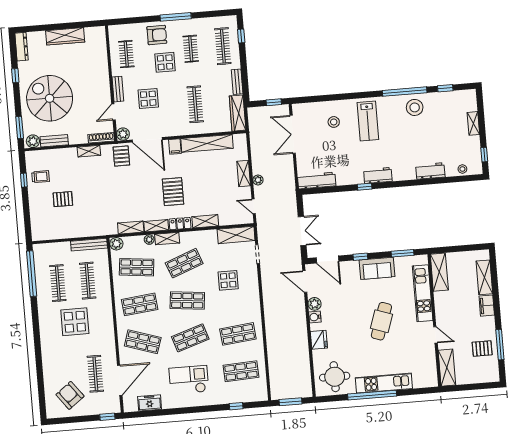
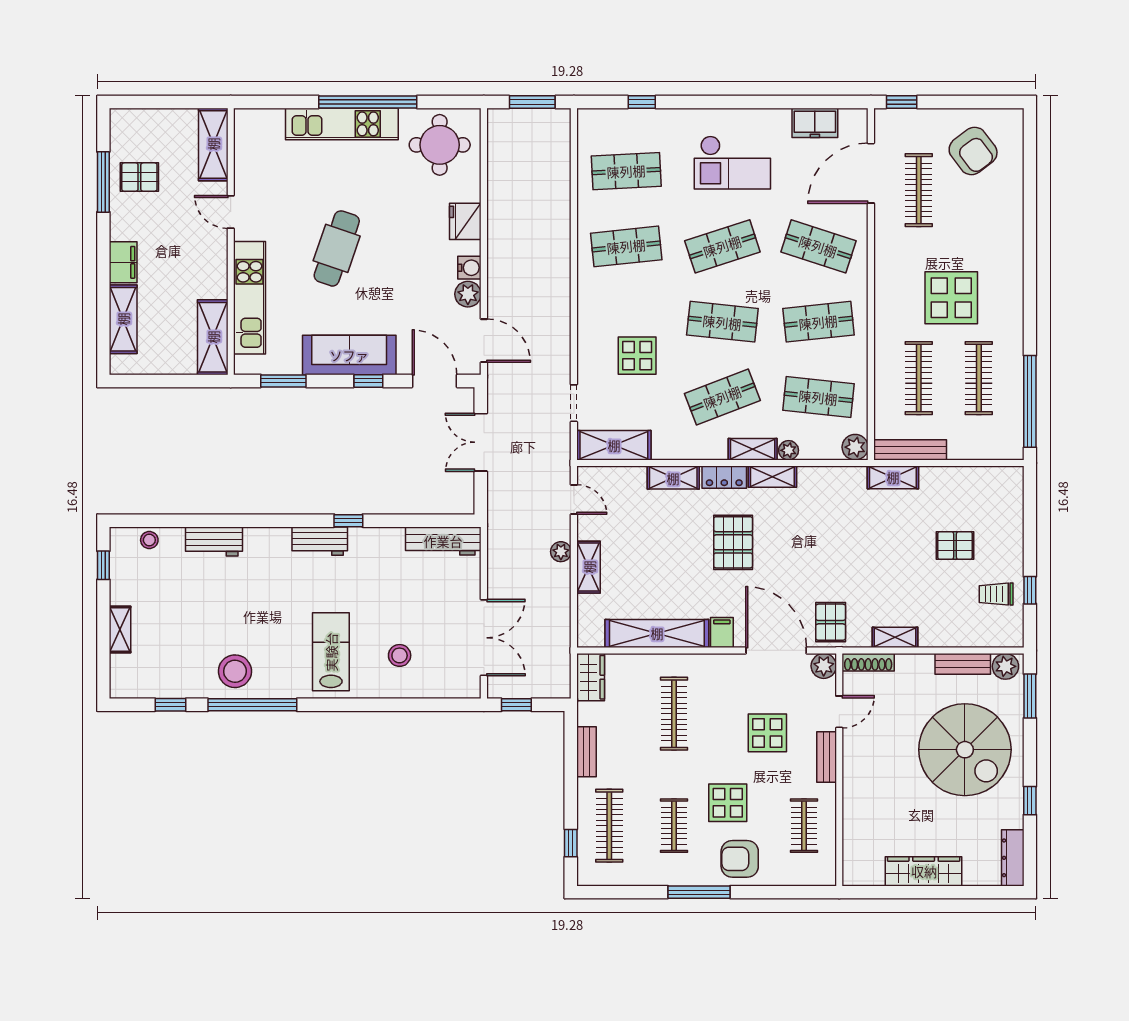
wardrobe: (238, 113) -> (591, 677), width x0.67
shelving: (131, 228) -> (893, 477), moved
sofa: (377, 268) -> (349, 355), width x1.36

